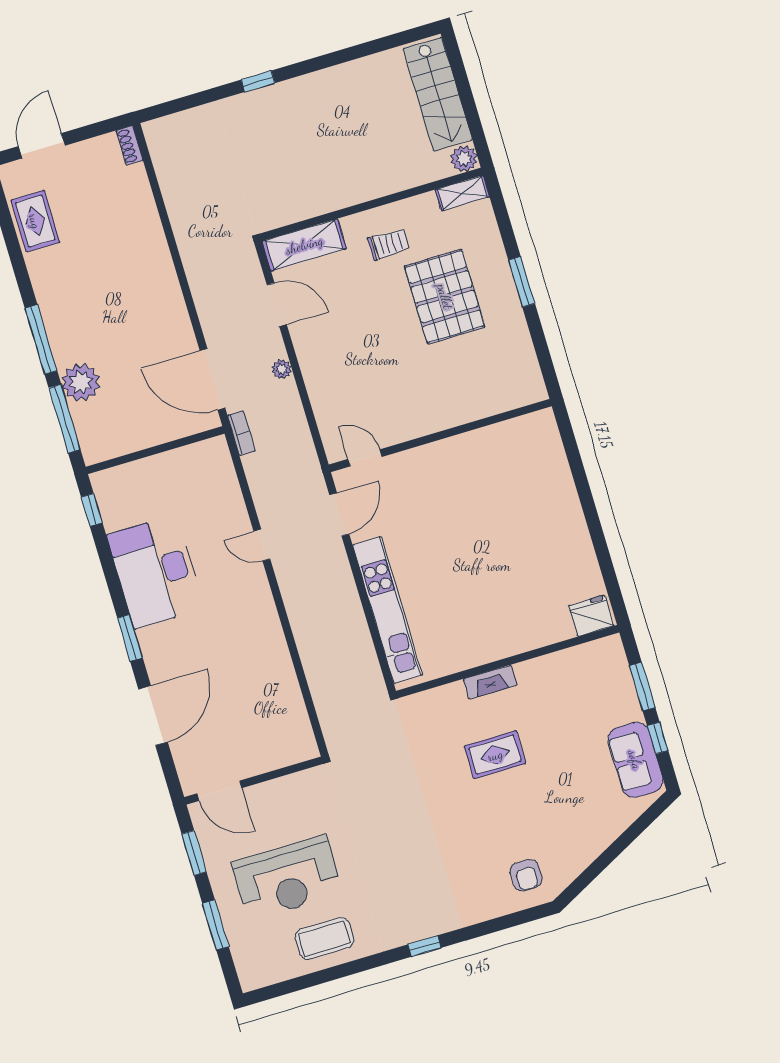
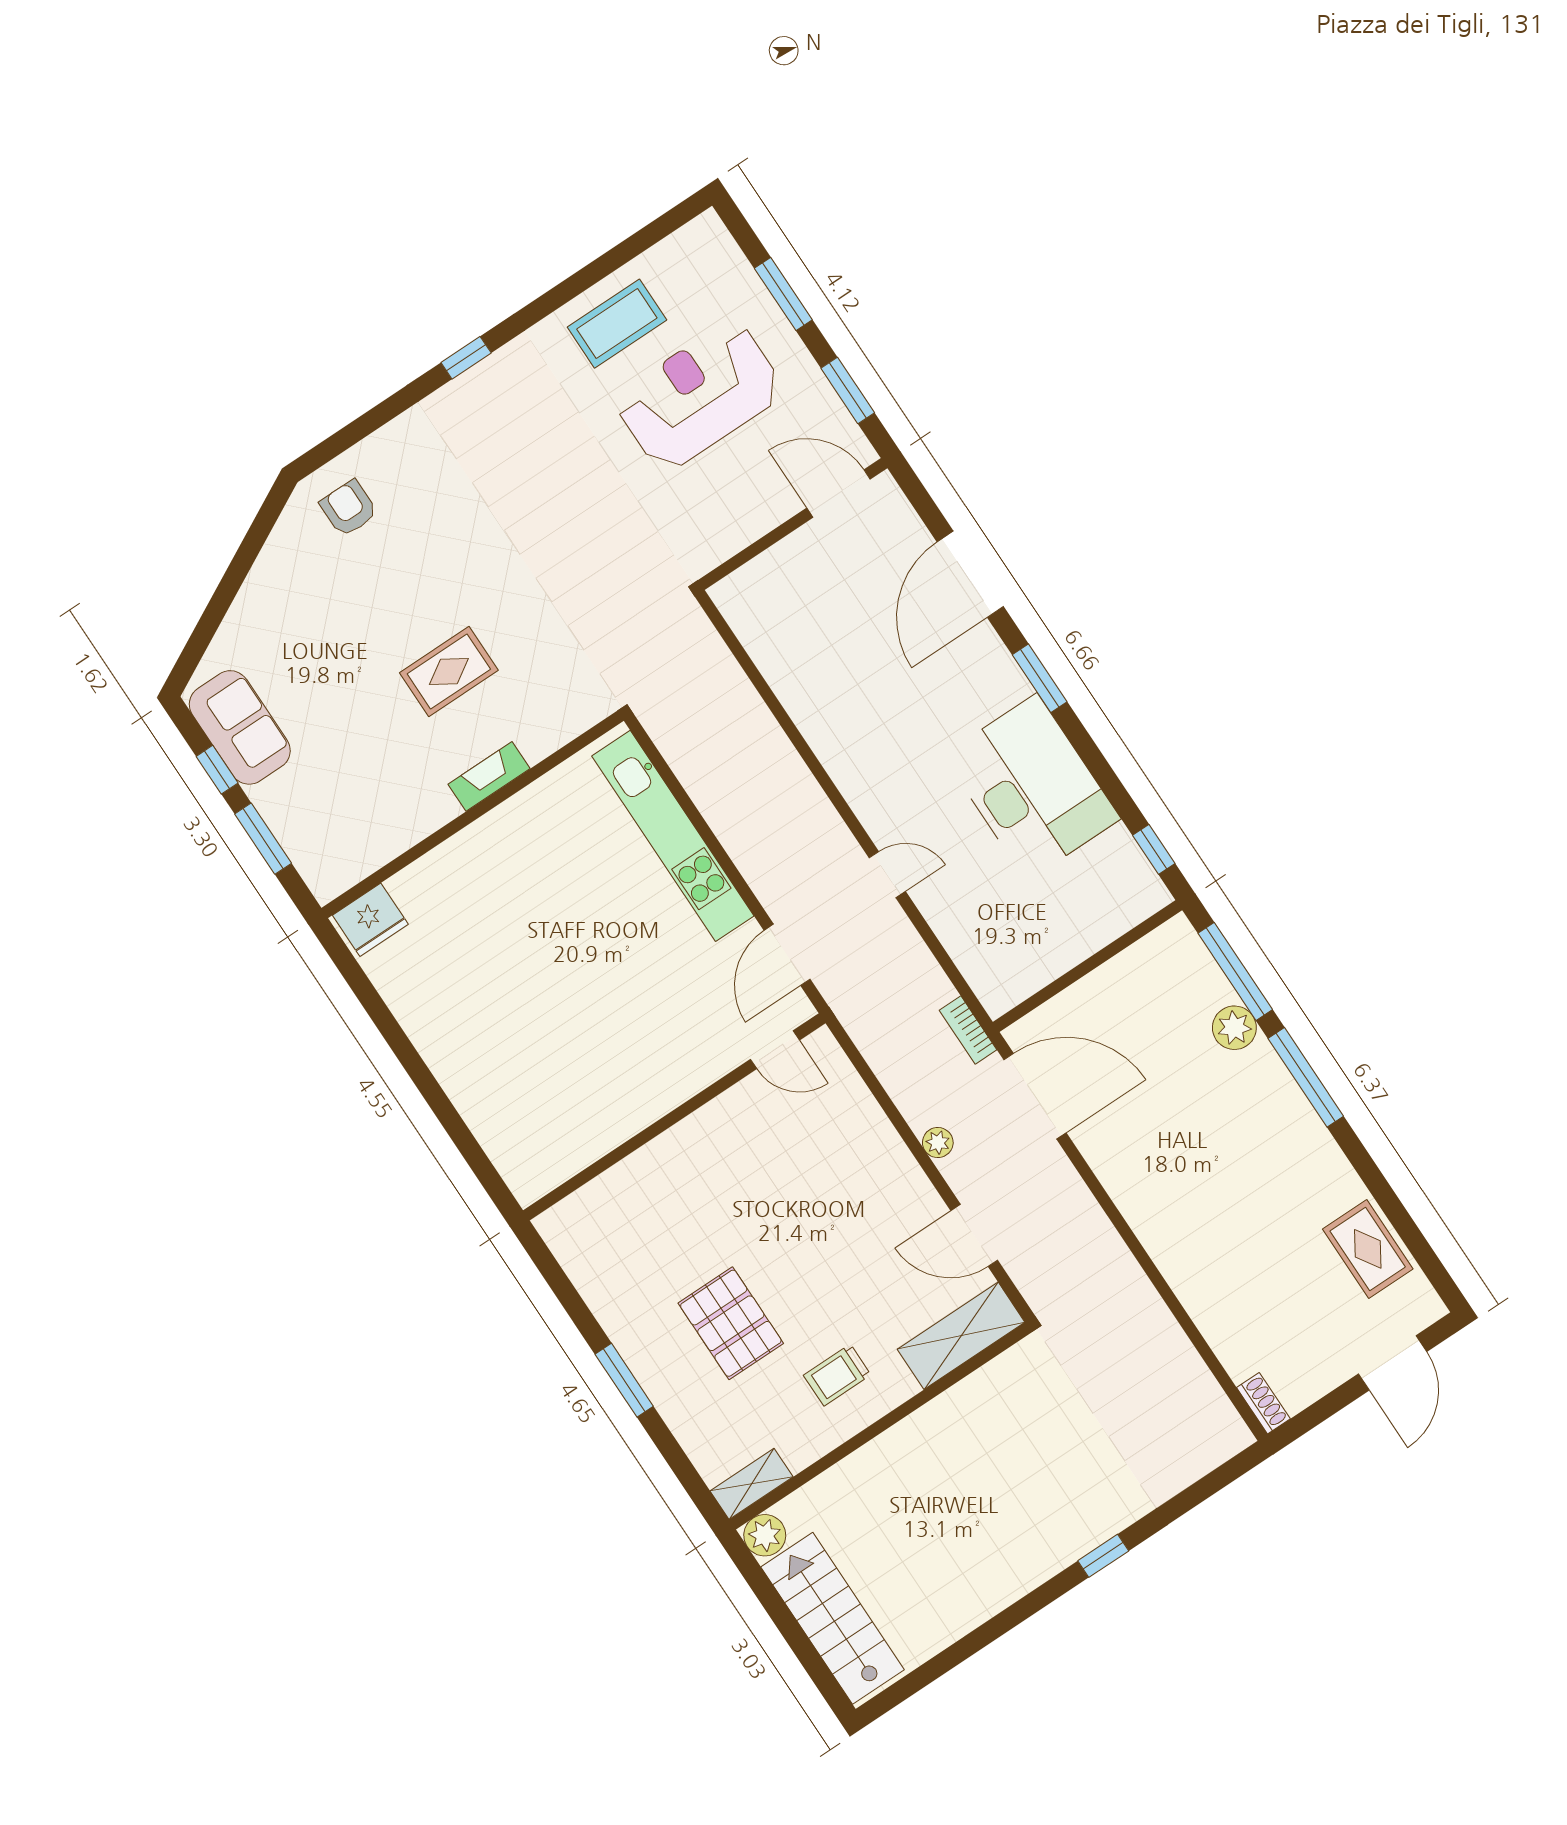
pallet: (445, 297) -> (731, 1323), width x0.73, depth x0.71
plant: (81, 382) -> (1234, 1028), width x0.73, depth x0.73

